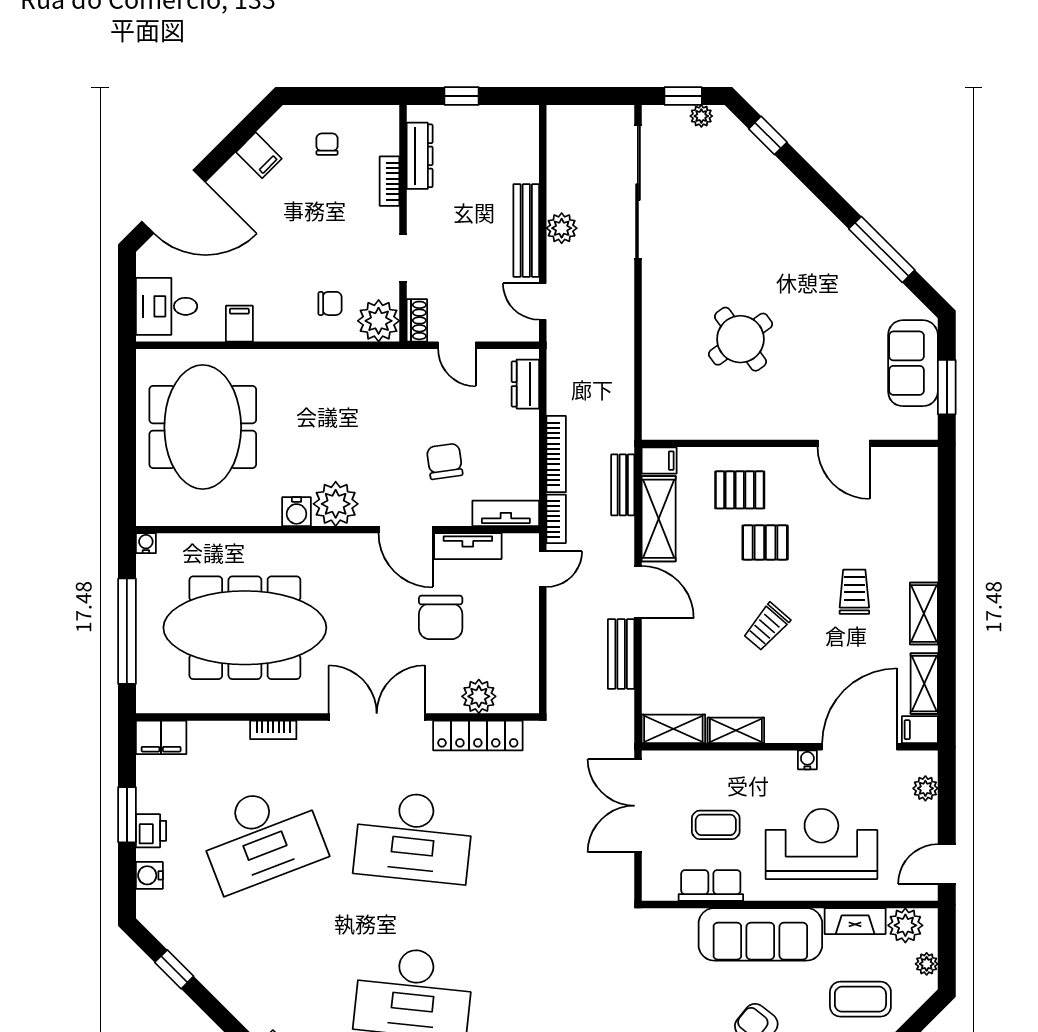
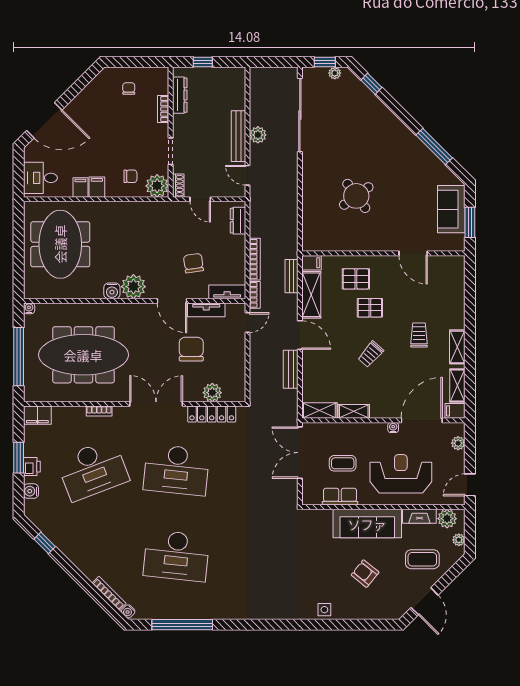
filing cabinet: (259, 155) -> (97, 187), moved, turned -135
chair: (441, 617) -> (191, 349), turned 180

